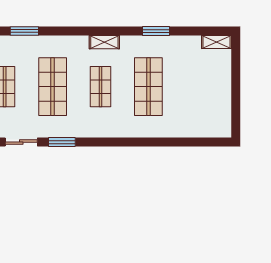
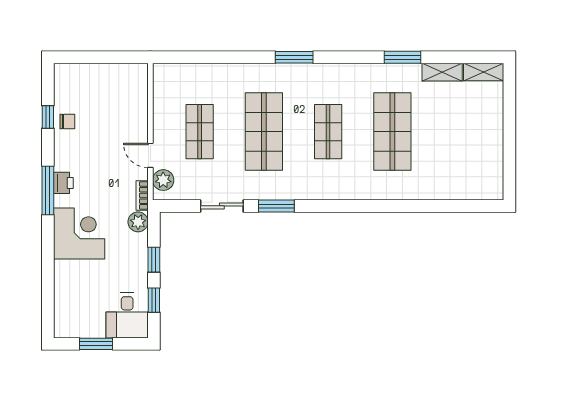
window: (24, 31) -> (294, 57), moved
shelving: (104, 42) -> (442, 72), moved

